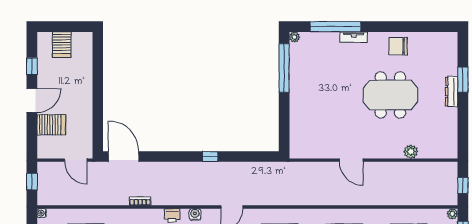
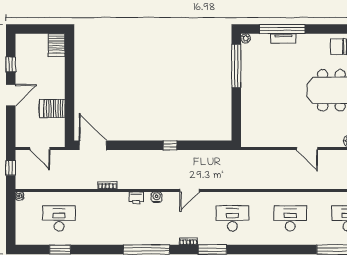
tv unit: (354, 37) -> (283, 38), moved
server rack: (62, 45) -> (57, 45), moved
server rack: (51, 125) -> (52, 108), moved, turned 180
door: (76, 160) -> (40, 149), moved
door: (351, 160) -> (307, 149), moved

